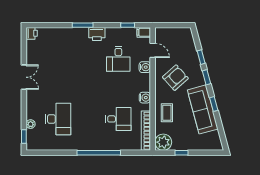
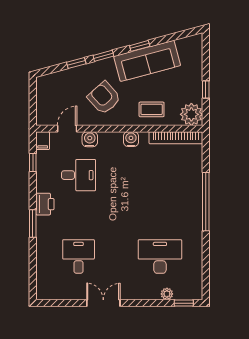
printer: (32, 33) -> (44, 293), removed
desk: (118, 119) -> (79, 257), moved

